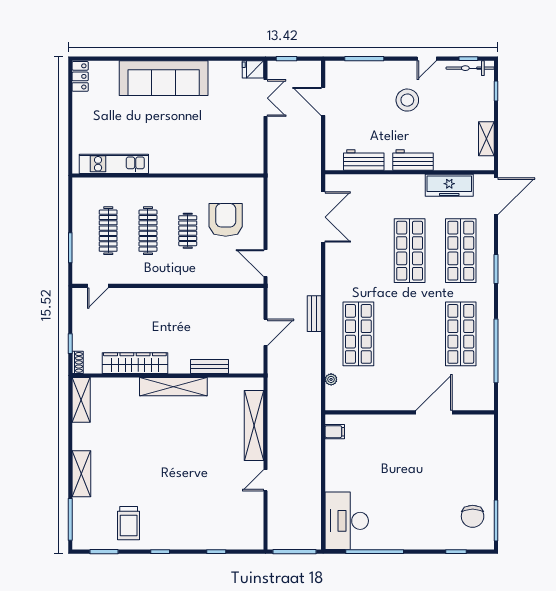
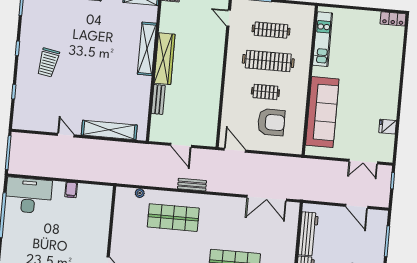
fridge: (253, 69) -> (388, 127), moved, turned -90
sofa: (164, 78) -> (322, 112), moved, turned 180
door: (323, 101) -> (357, 206), swing flipped
workbench: (364, 160) -> (308, 234), width x1.38
clothes rail: (148, 231) -> (268, 61), width x1.37, depth x1.31
door: (265, 263) -> (235, 150), hinge flipped
wardrobe: (135, 363) -> (165, 59), moved
shelving: (173, 387) -> (147, 49), moved
filing cabinet: (335, 432) -> (71, 190), moved
trolley: (129, 523) -> (48, 62), moved, turned -80

